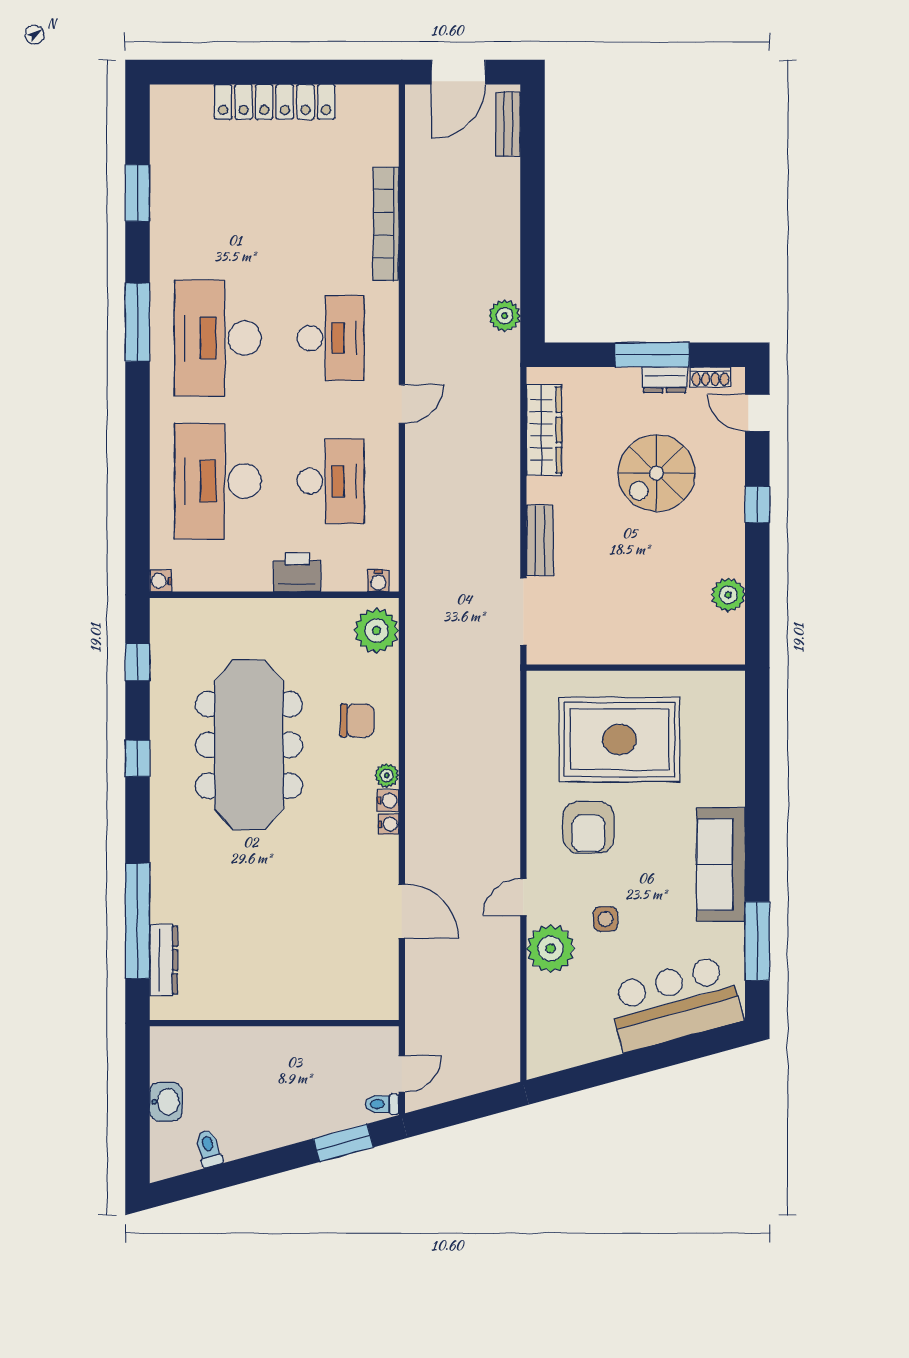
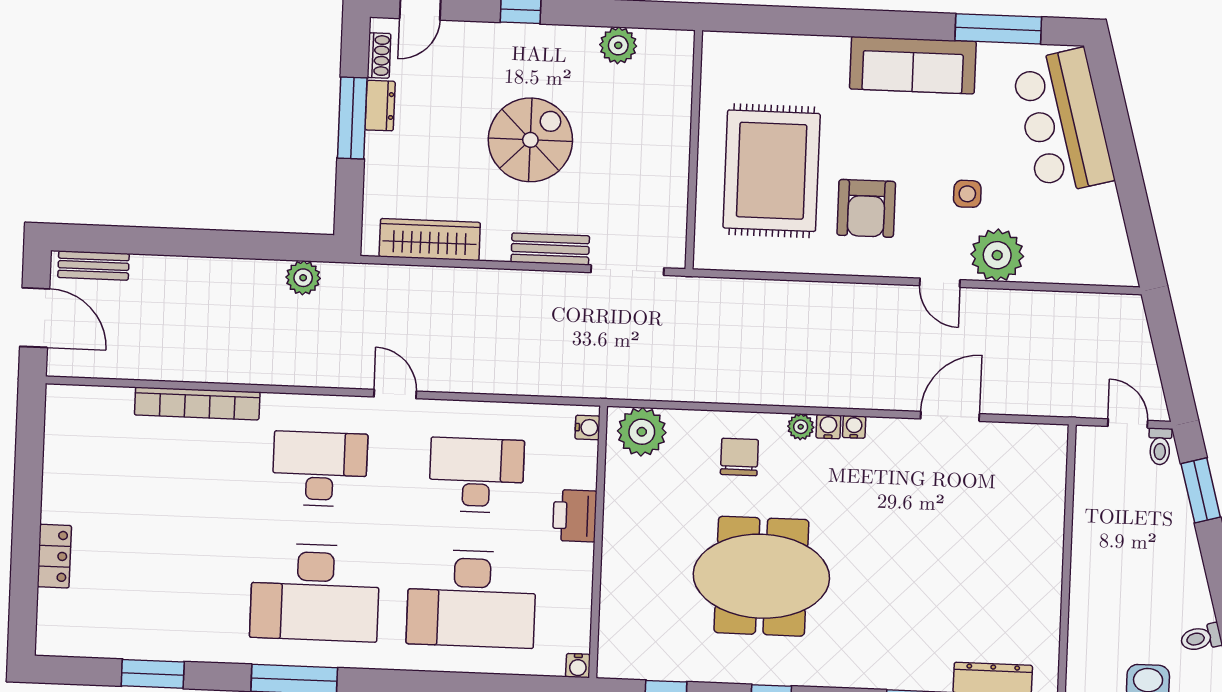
locker: (275, 102) -> (54, 556), width x0.46, depth x0.83
spiral stairs: (656, 473) -> (530, 140), moved, turned -90
meeting table: (249, 745) -> (761, 576), width x0.73
armchair: (589, 827) -> (866, 208), turned 90

